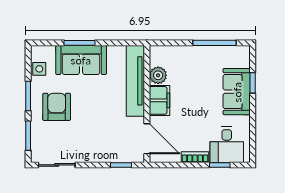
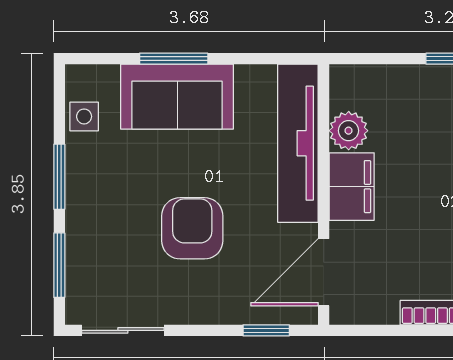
armchair: (57, 107) -> (192, 228), moved
door: (147, 139) -> (324, 272), swing flipped

